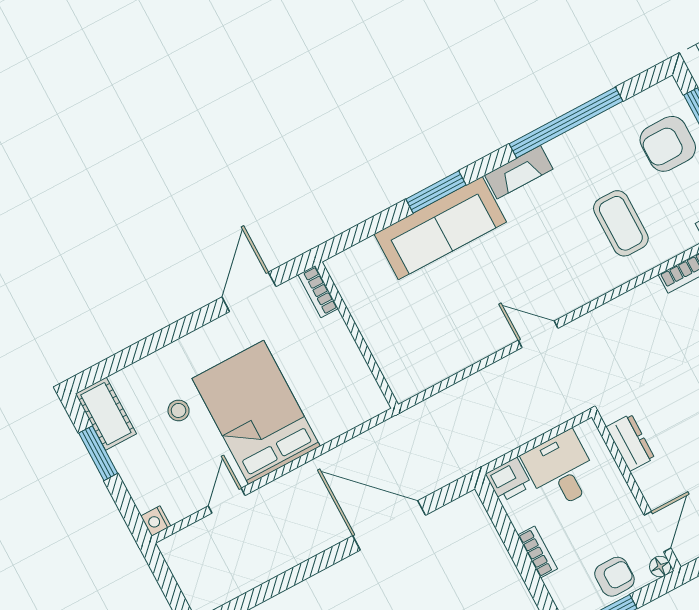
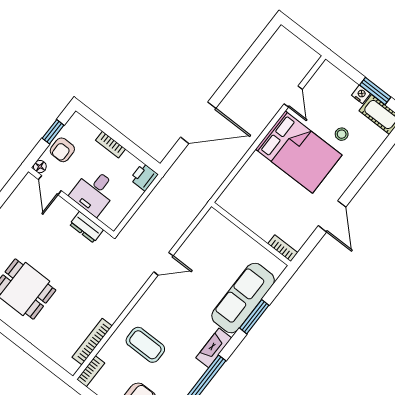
bookcase: (318, 292) -> (283, 248), moved
wall: (357, 335) -> (251, 234), moved
desk: (561, 470) -> (94, 192), moved, turned 90
nightstand: (156, 521) -> (361, 94), moved

